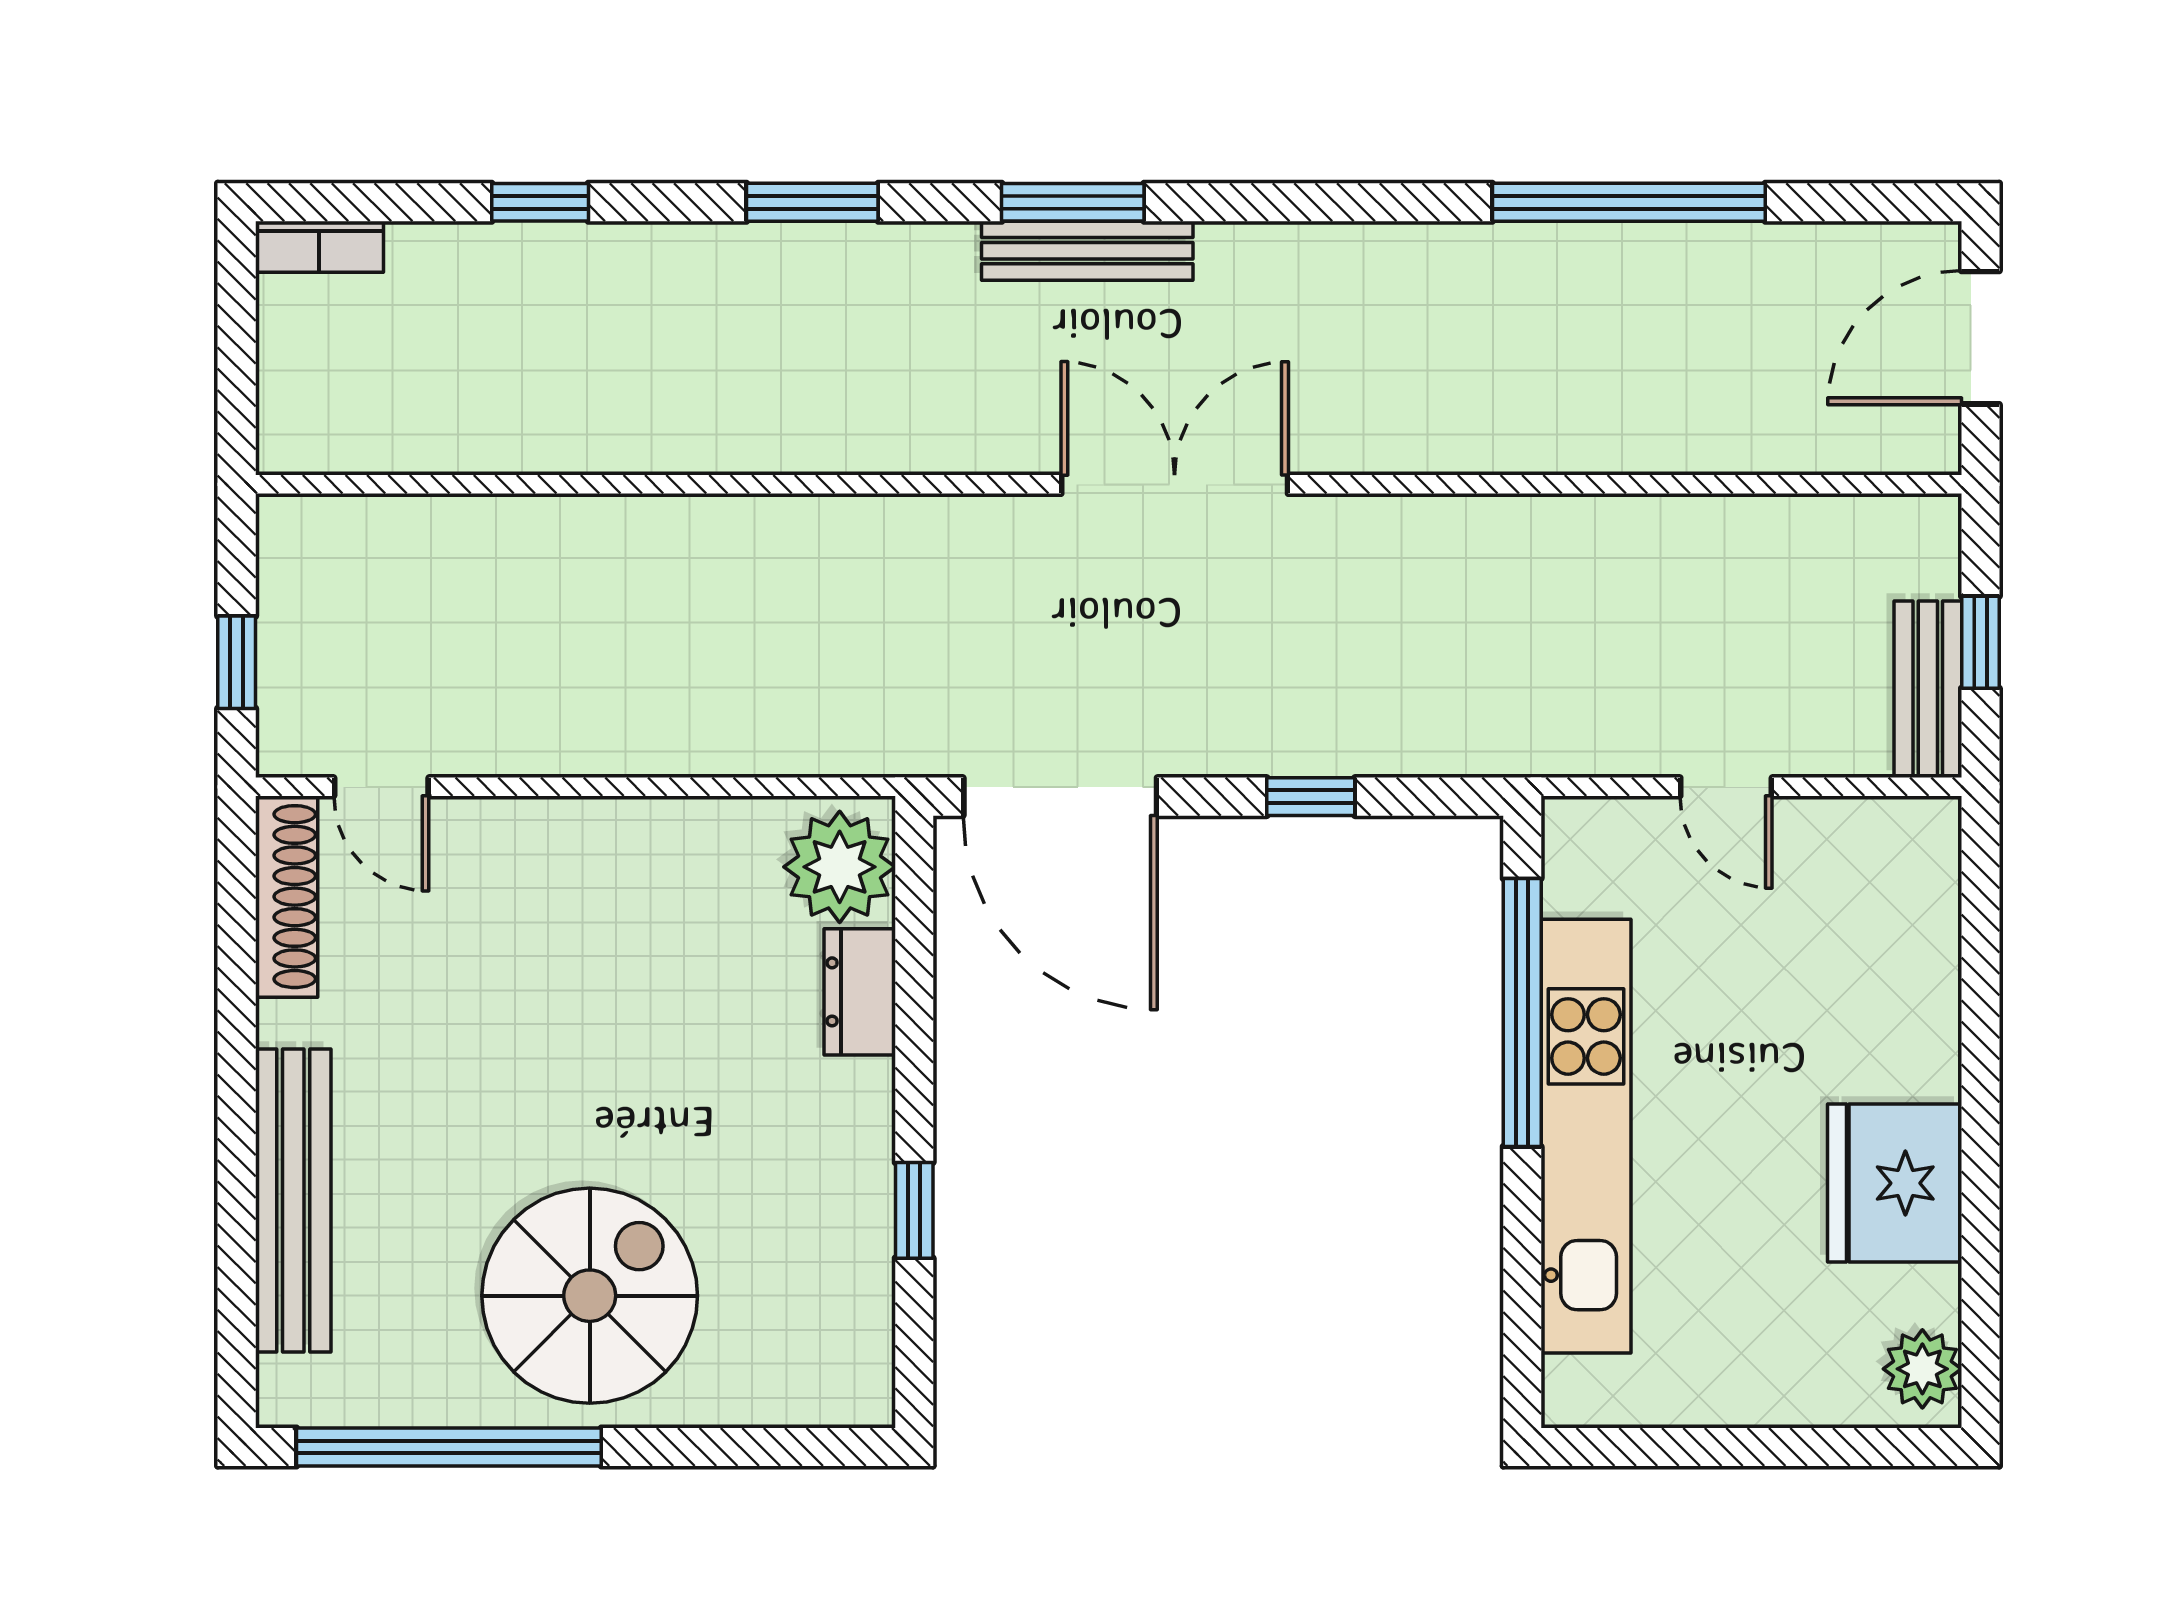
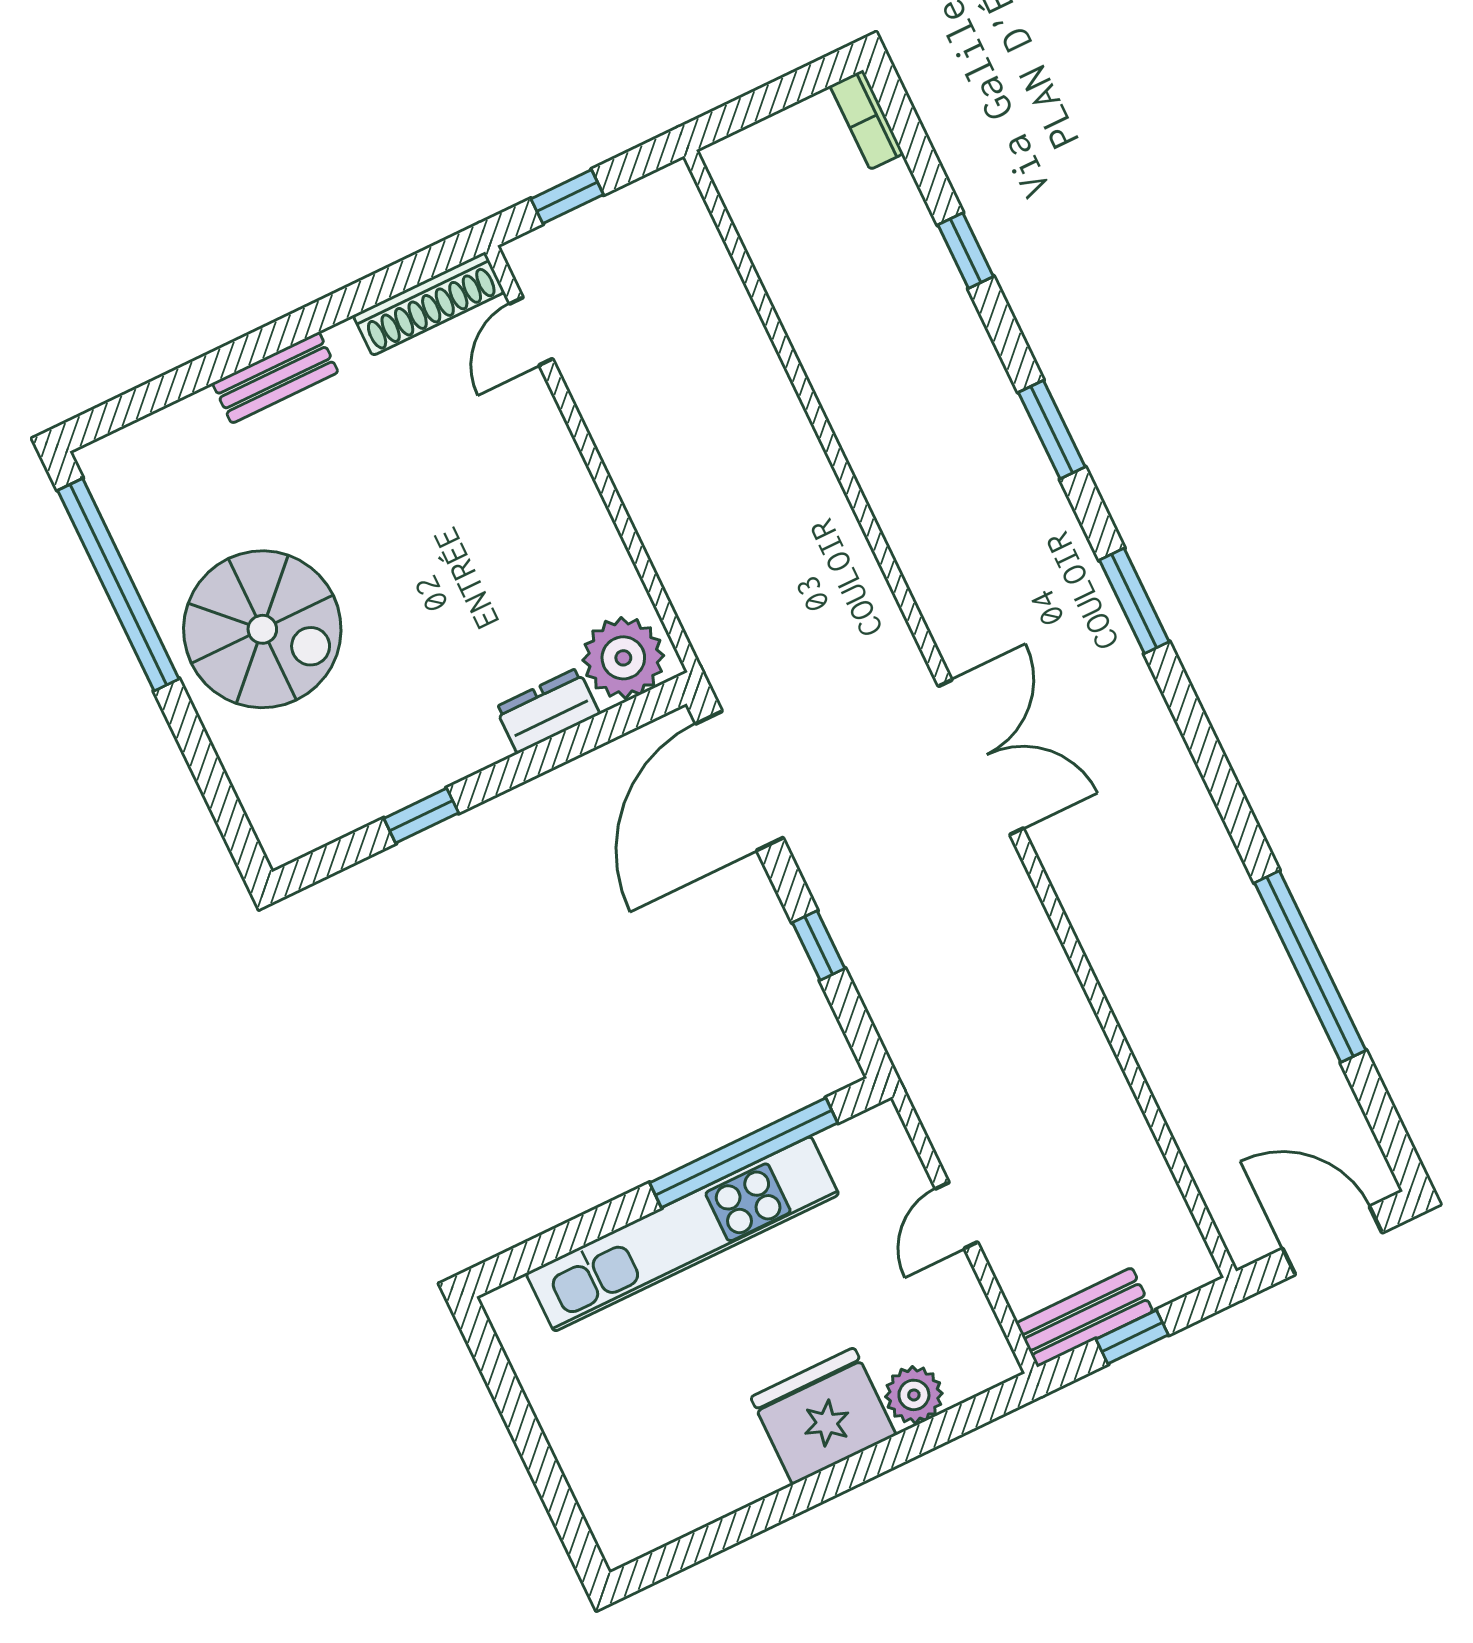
bench: (1087, 251) -> (1107, 626), removed
fridge: (1895, 1183) -> (823, 1416), moved
bench: (293, 1200) -> (275, 378), width x0.54, depth x0.82
plant: (1922, 1369) -> (914, 1395), moved

